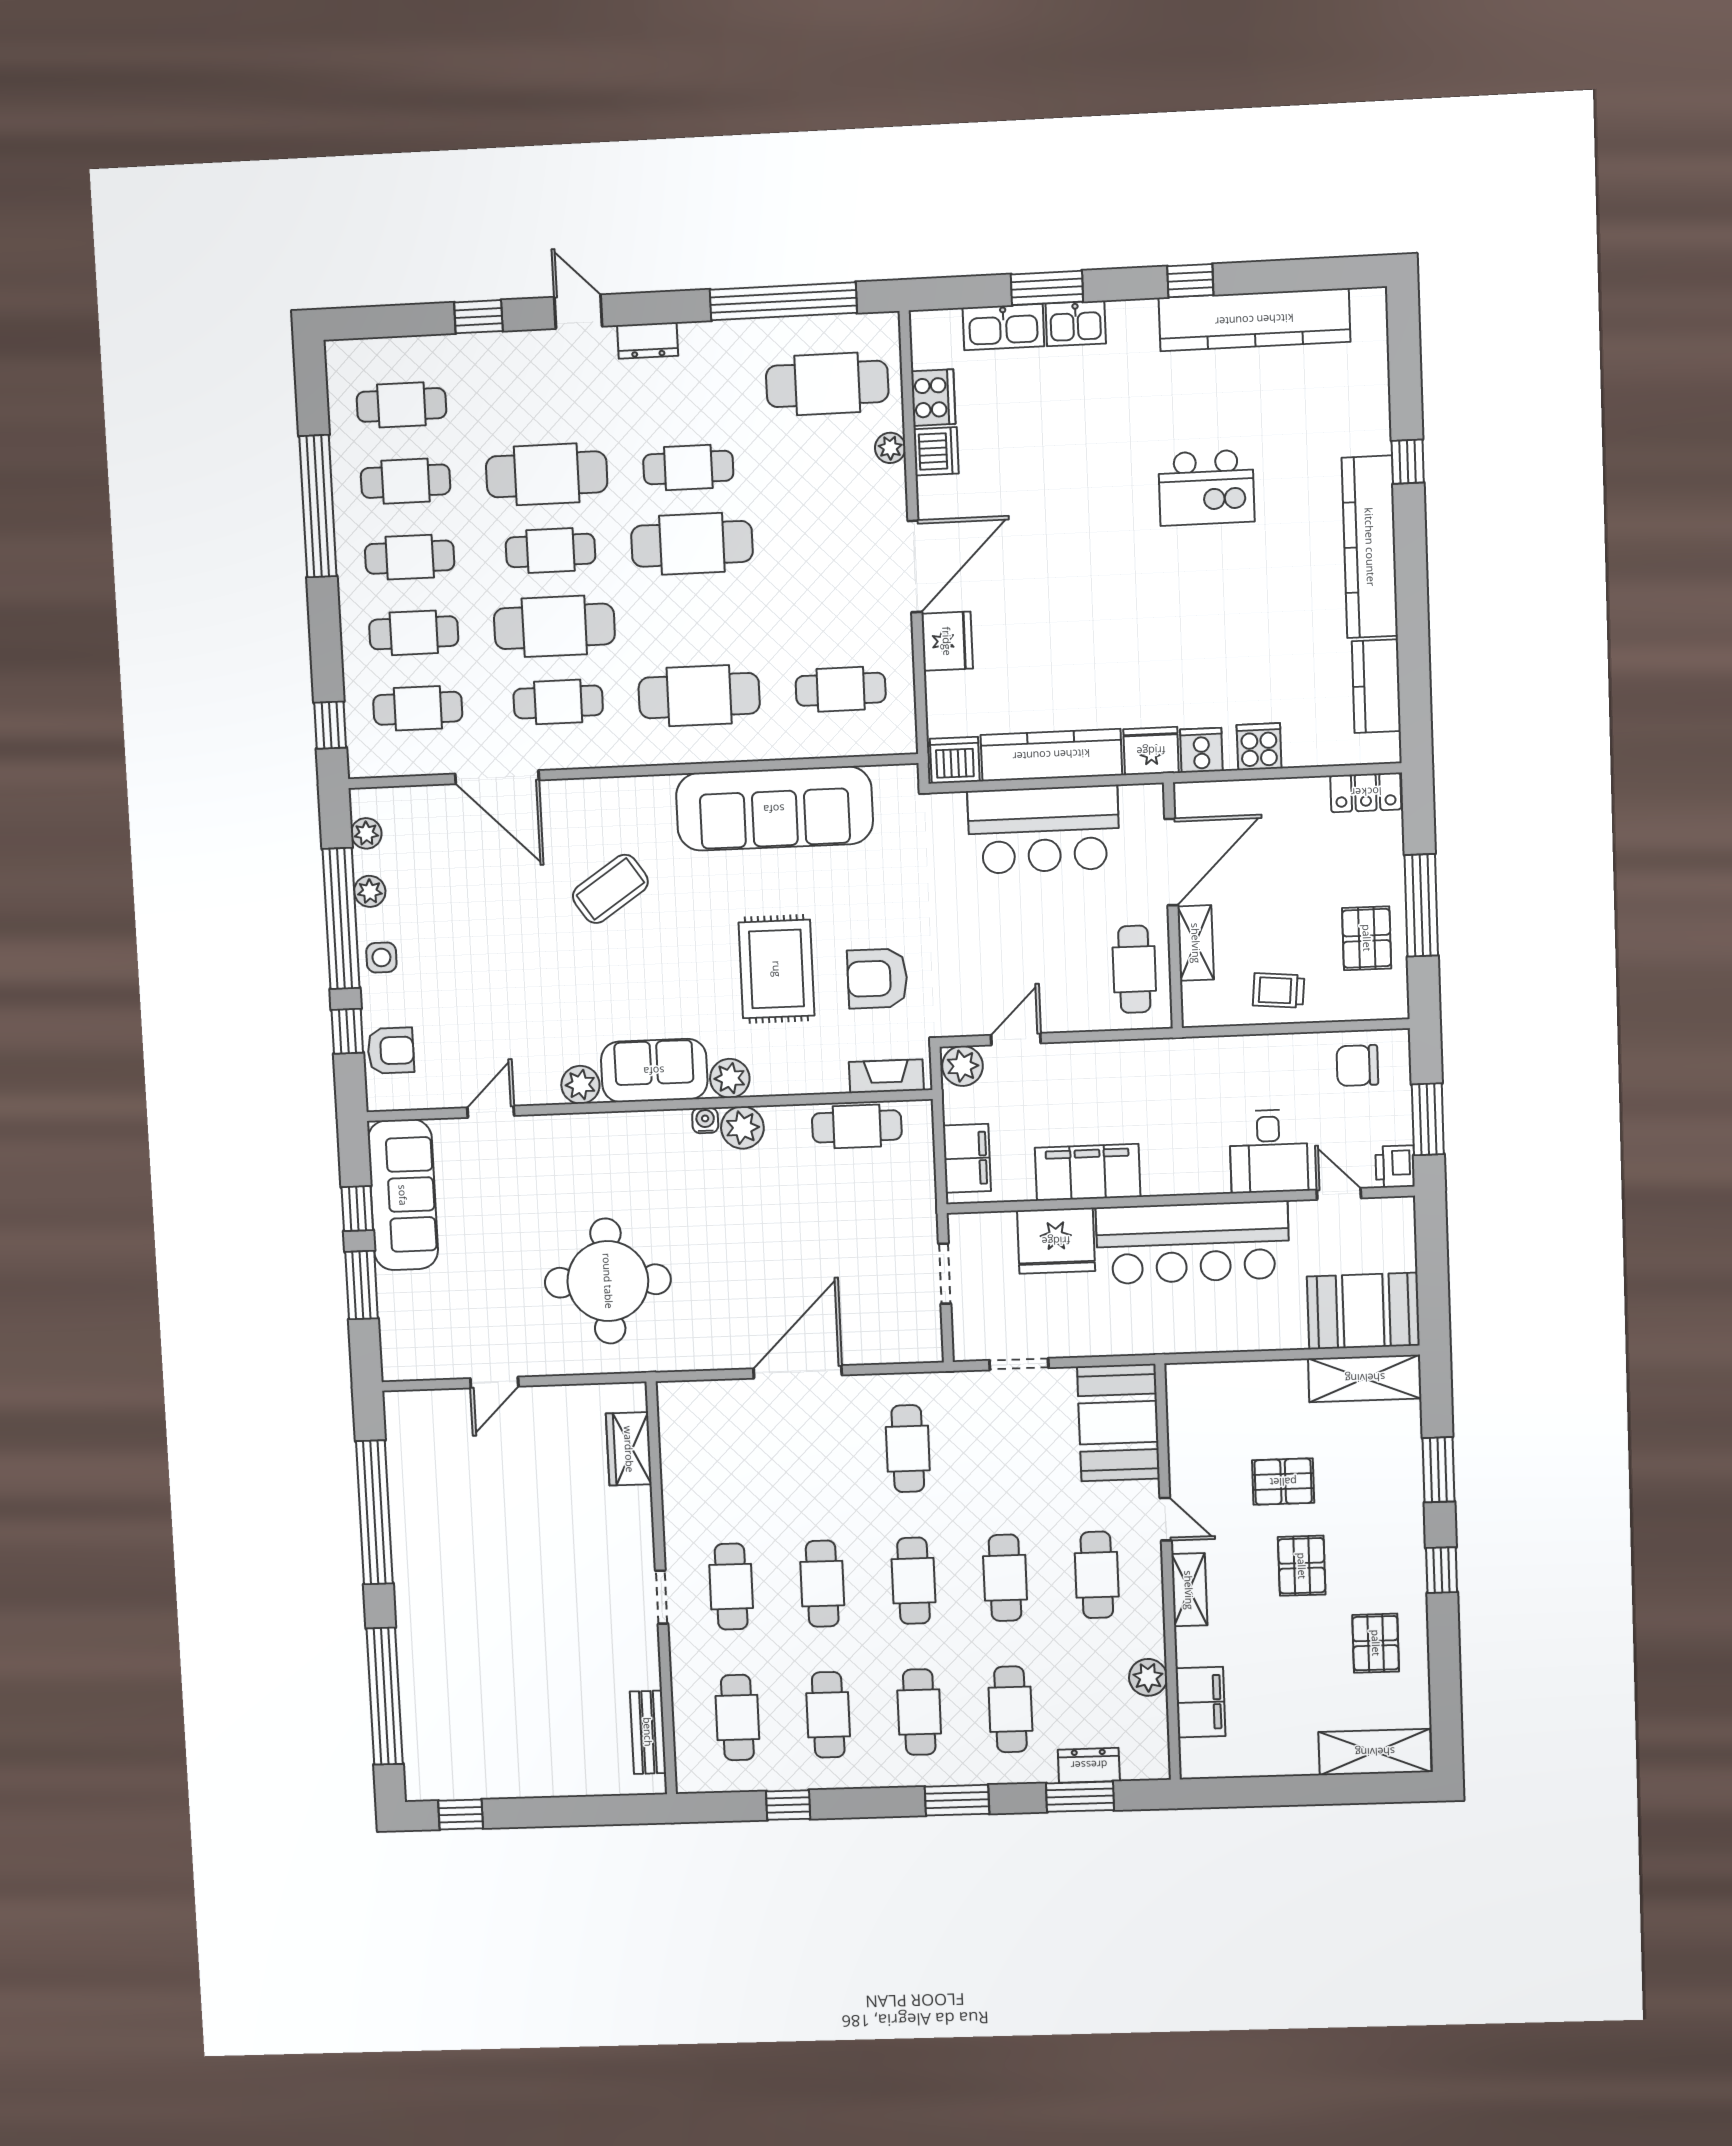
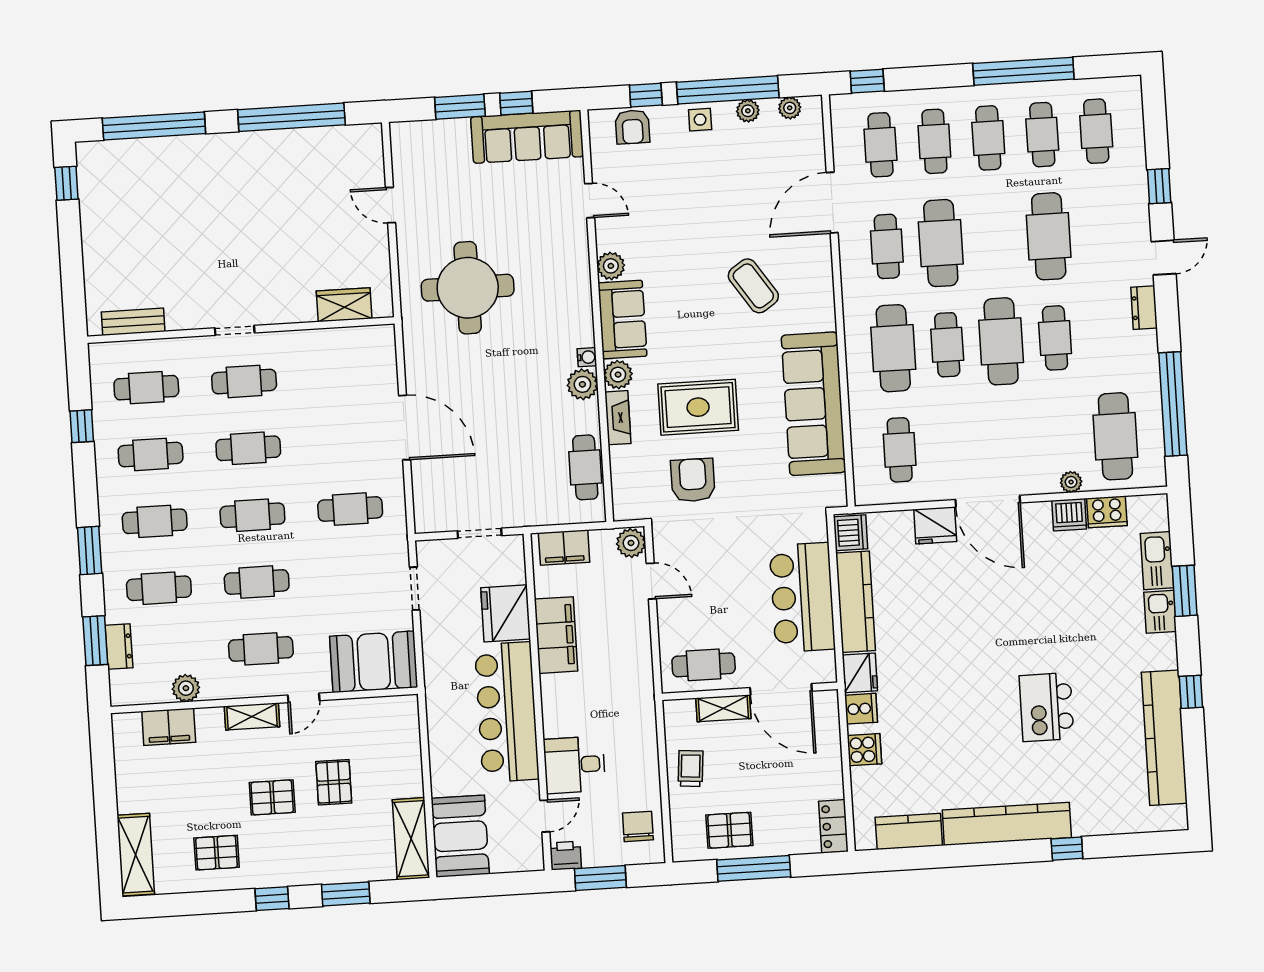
cafe table: (551, 550) -> (947, 345), moved
fireplace: (886, 1076) -> (618, 418), moved

